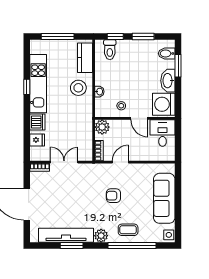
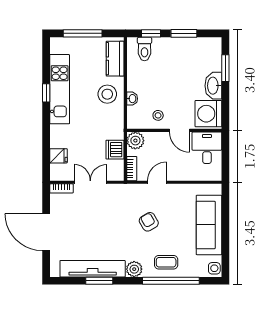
bidet: (167, 53) -> (212, 53), removed
dishwasher: (37, 122) -> (115, 150), moved, turned 180
armchair: (113, 196) -> (149, 222), turned 60

